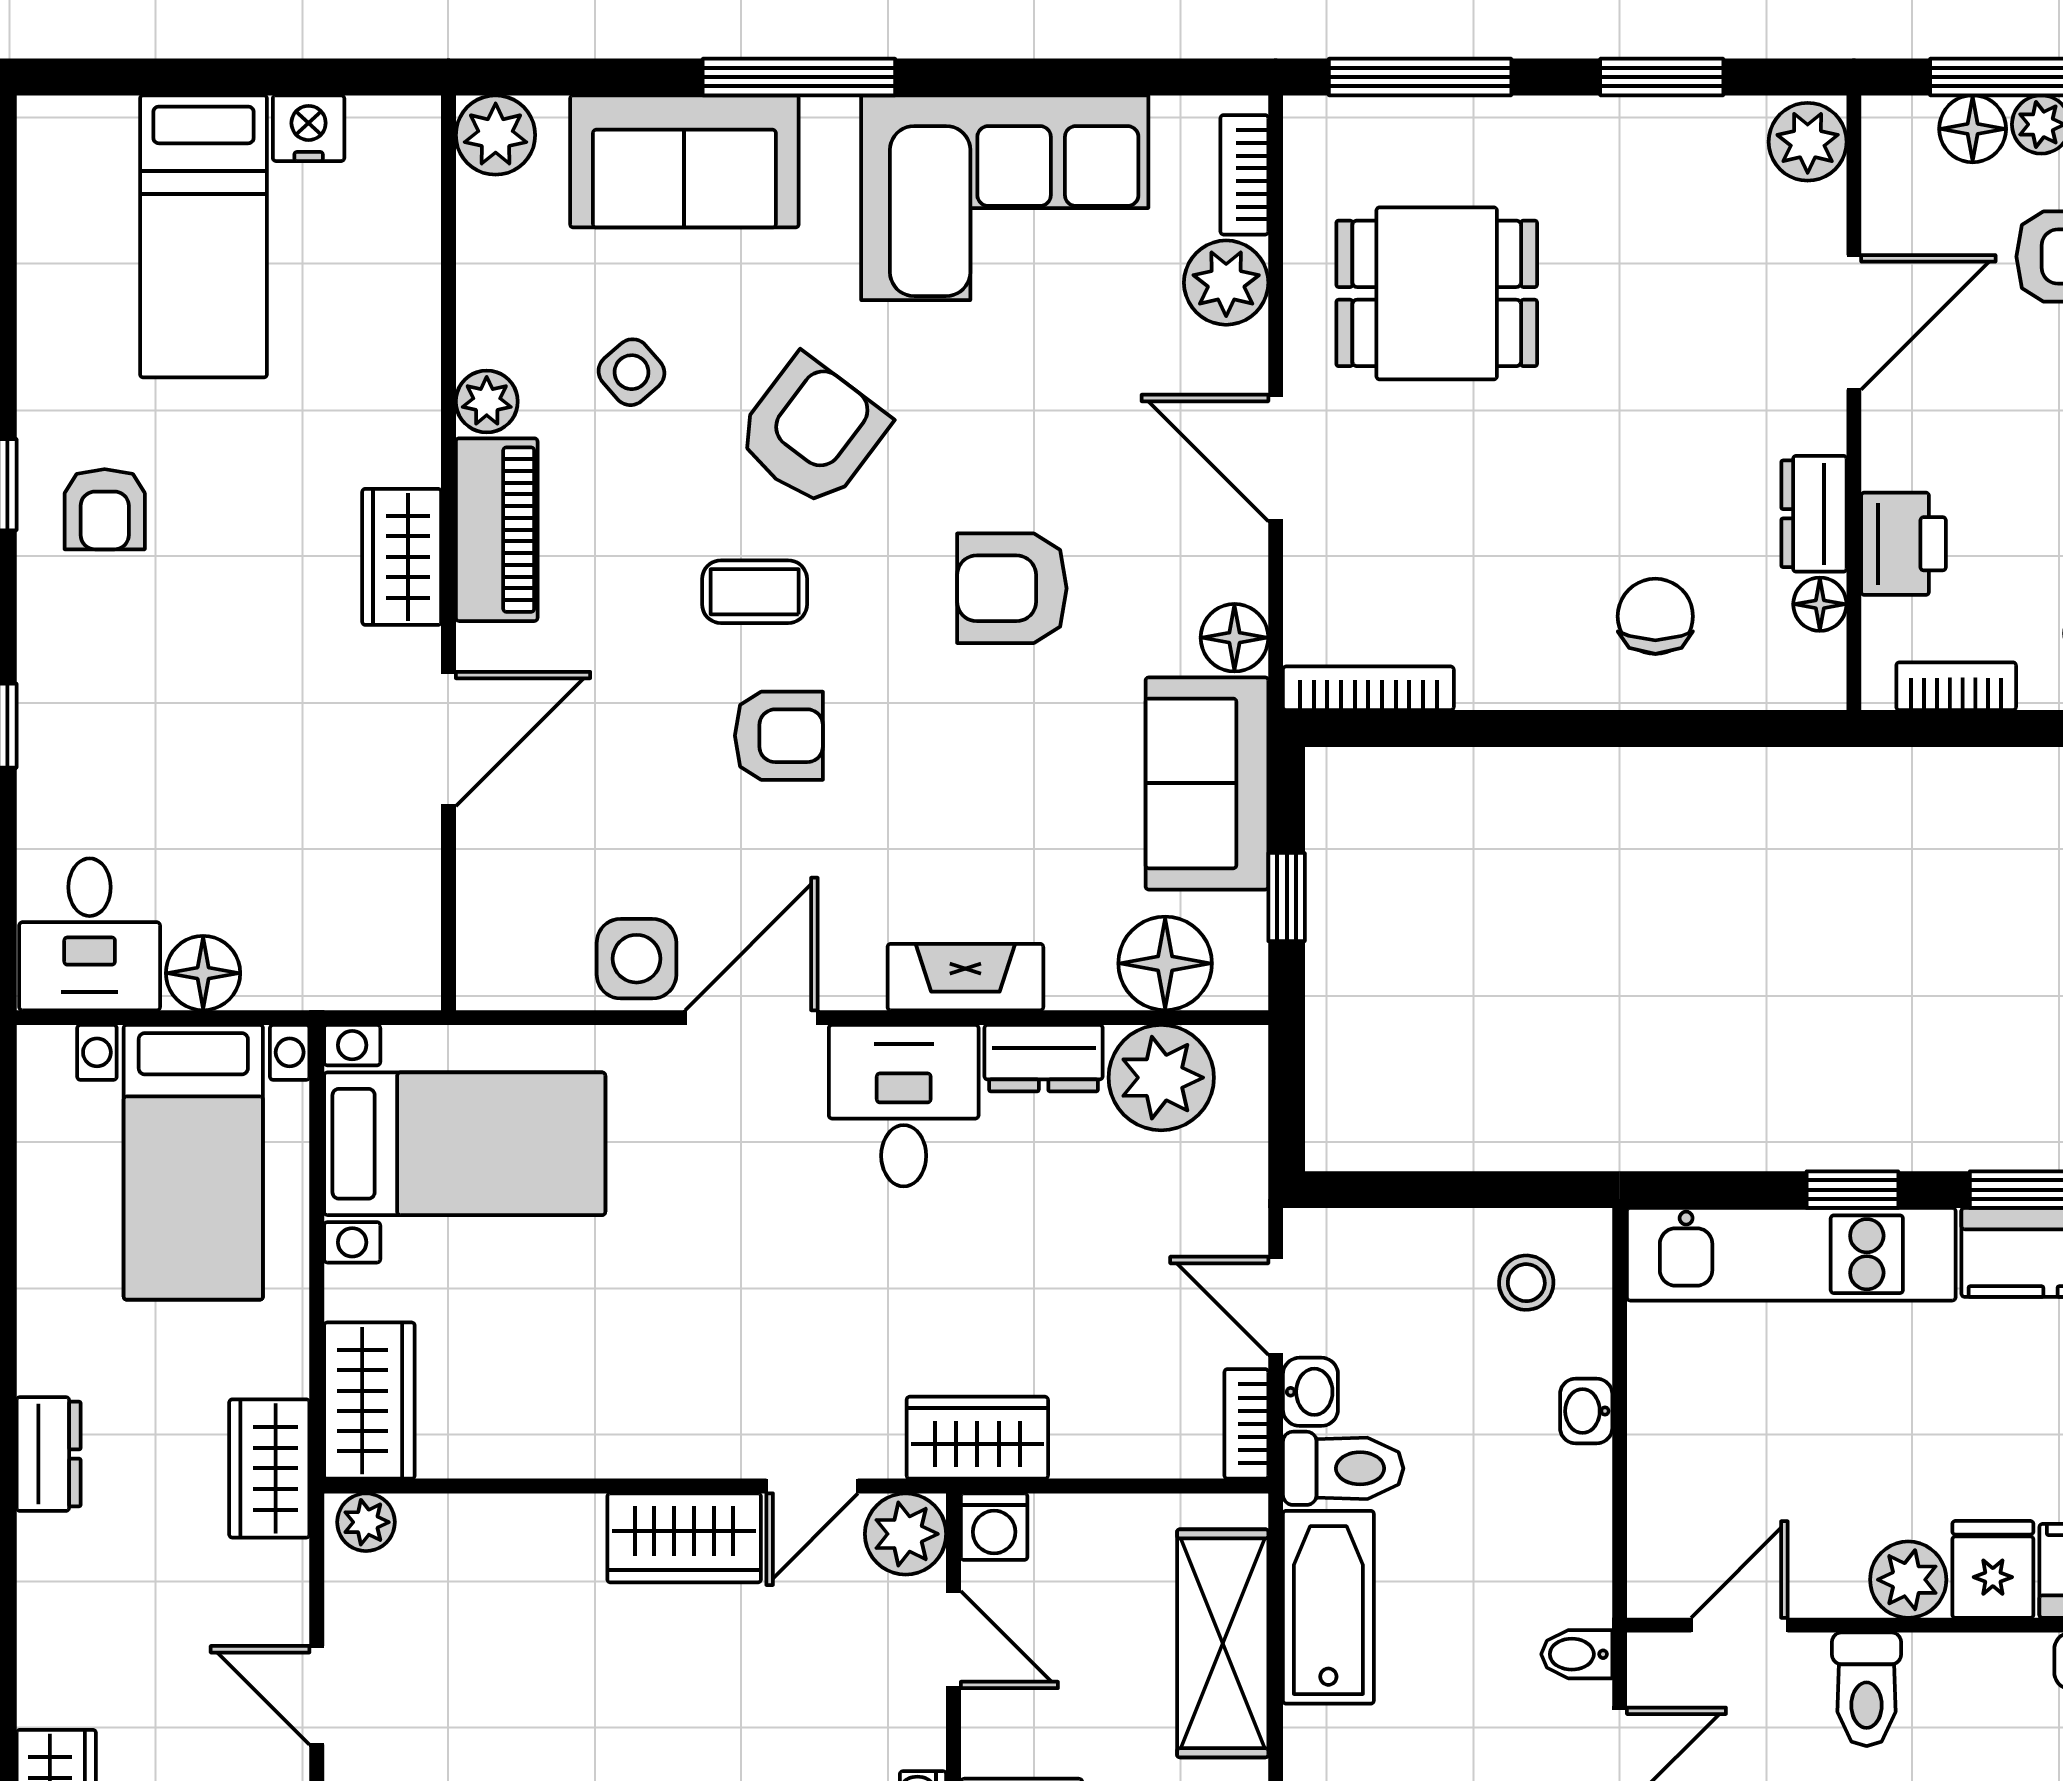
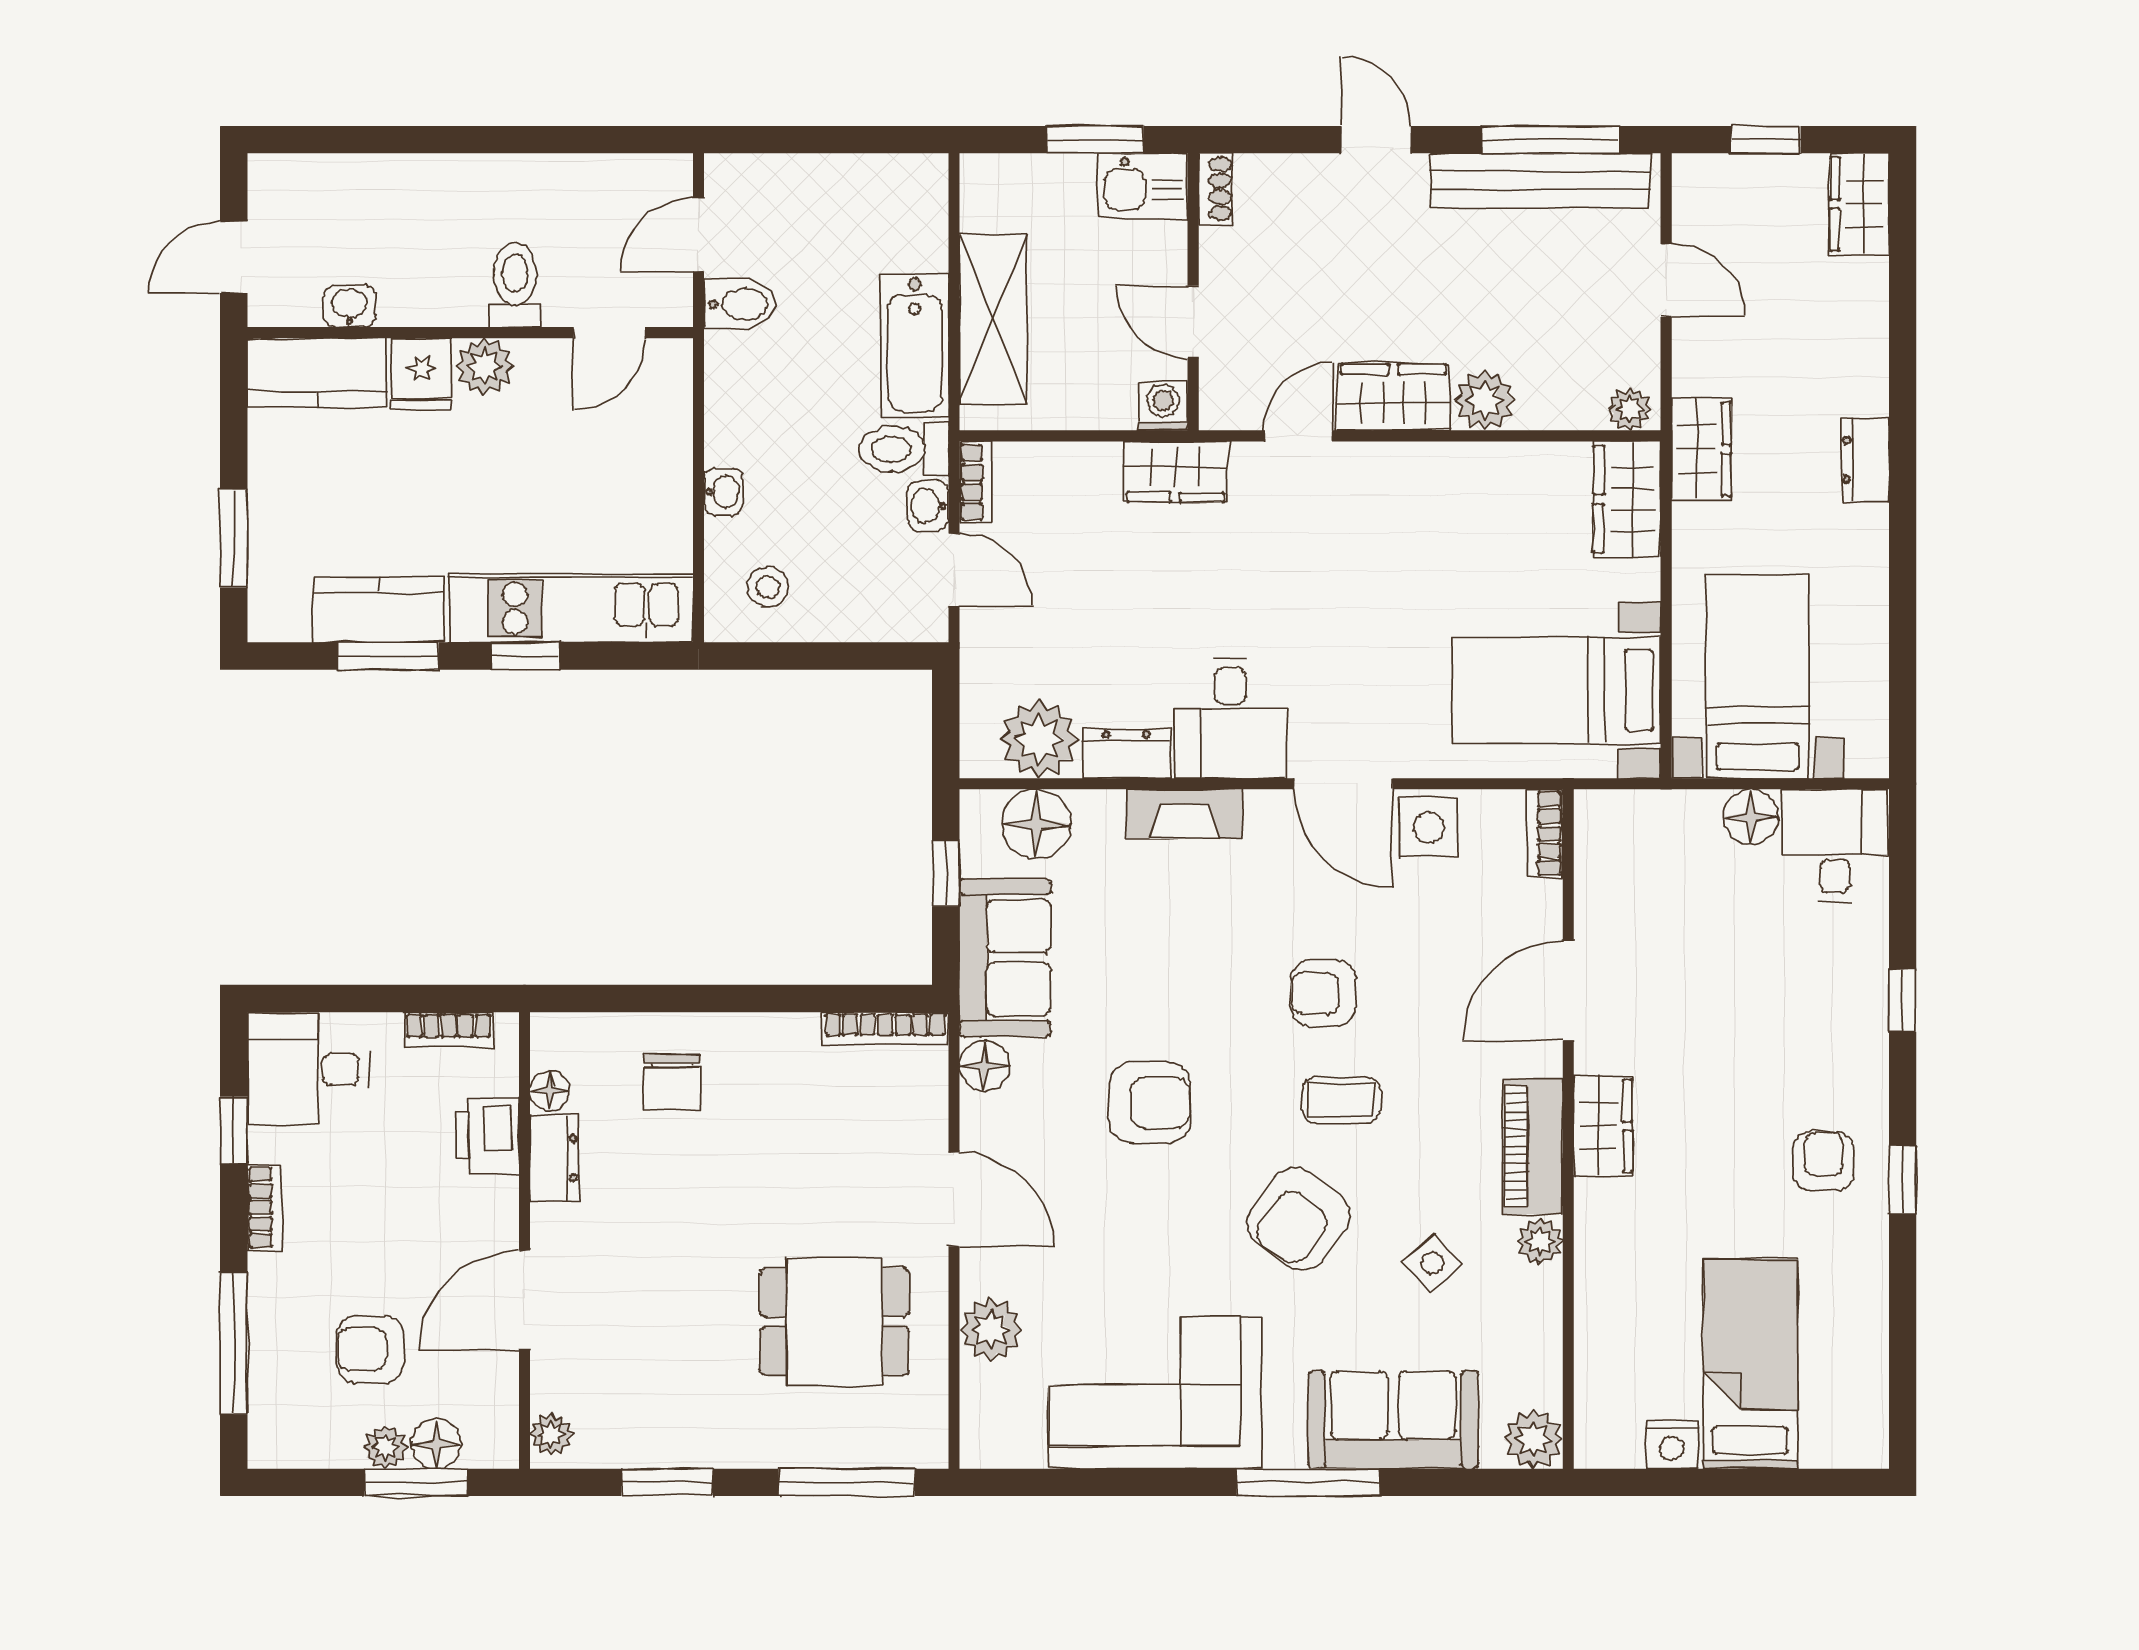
plant: (1808, 142) -> (551, 1434), width x0.73, depth x0.73
bookcase: (1244, 175) -> (1545, 834), moved, turned 180
door: (751, 1018) -> (1343, 784), hinge flipped
plant: (906, 1534) -> (1485, 400), moved
bidet: (1577, 1654) -> (740, 304), width x1.38, depth x1.36

